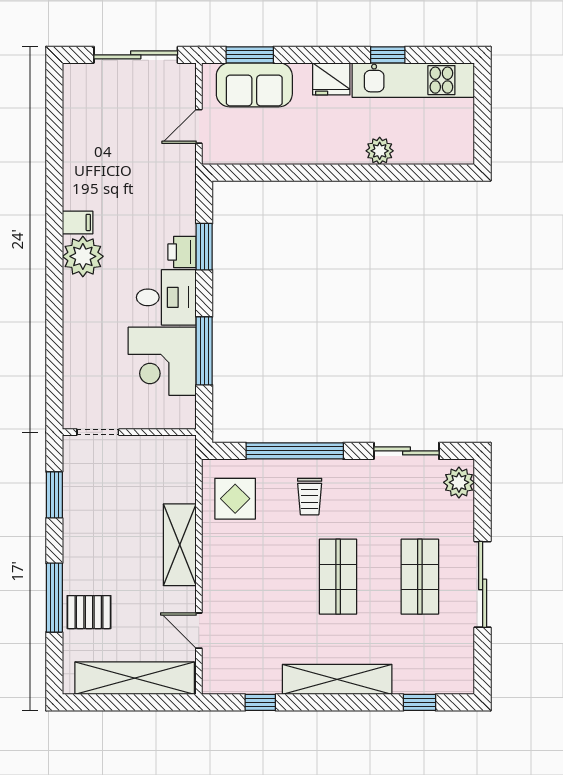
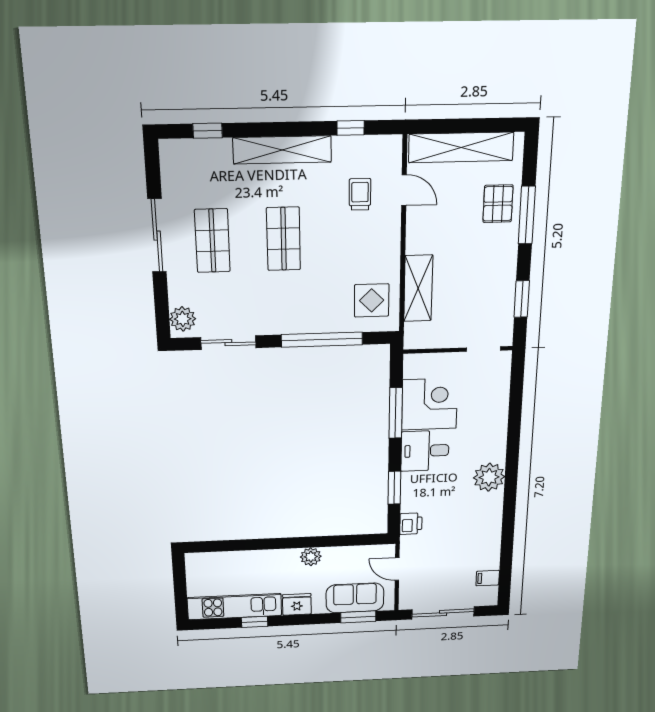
door: (199, 126) -> (397, 569), swing flipped
plant: (380, 151) -> (311, 557), moved
filing cabinet: (78, 222) -> (488, 578), moved
printer: (182, 252) -> (411, 524), moved
trolley: (310, 497) -> (360, 194), moved
shelving: (180, 545) -> (418, 288), moved
pallet: (89, 612) -> (498, 204), turned 90

